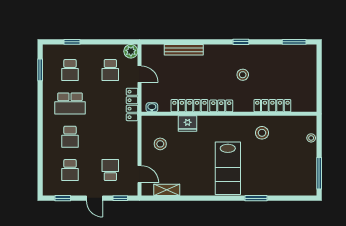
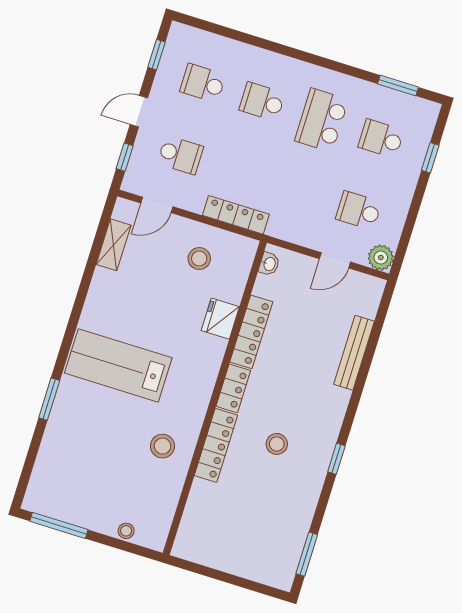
locker: (132, 104) -> (236, 215), moved
locker: (272, 106) -> (216, 445), moved

